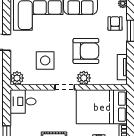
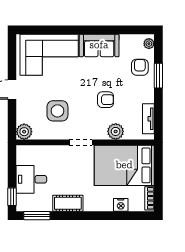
armchair: (86, 51) -> (106, 100), width x0.53, depth x0.53
plant: (84, 78) -> (116, 131), moved
desk: (23, 101) -> (31, 179), moved

